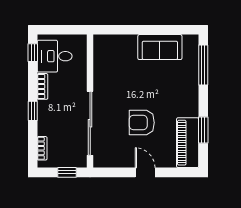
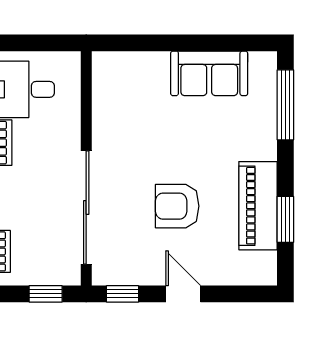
piano: (188, 143) -> (258, 206), moved
window: (111, 172) -> (123, 294), added

